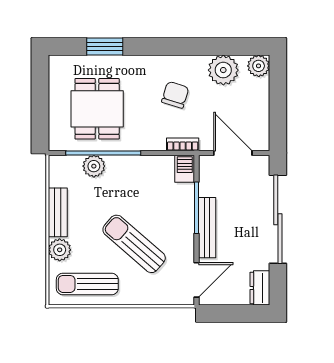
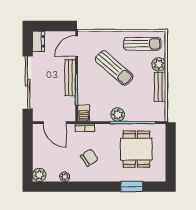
plant: (223, 70) -> (65, 177), width x0.53, depth x0.53
chair: (175, 95) -> (89, 158), turned -141
plant: (94, 166) -> (118, 115), moved

